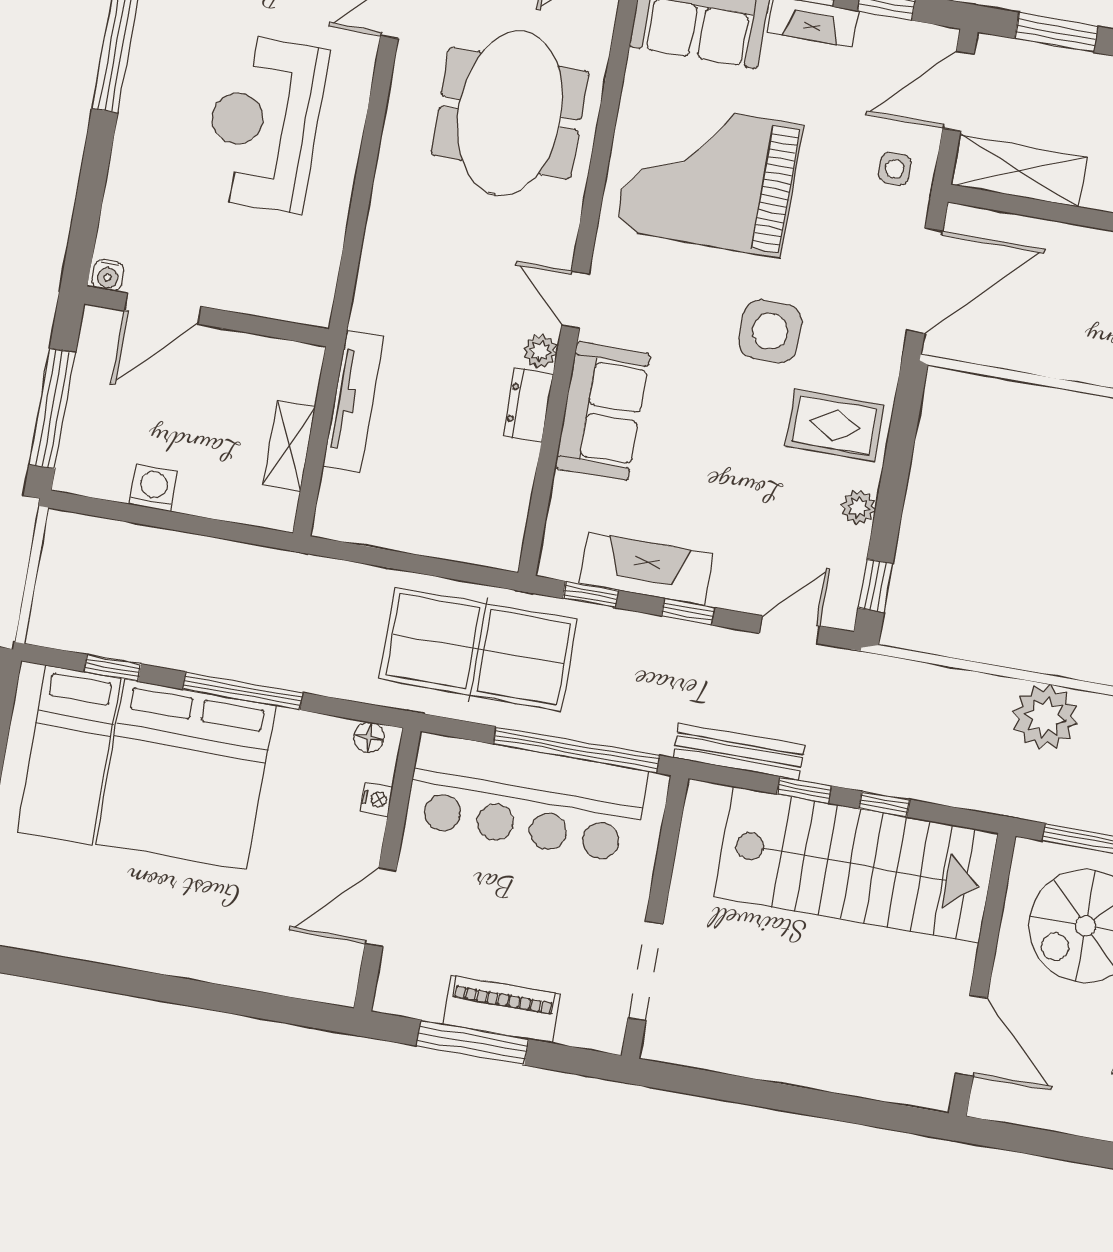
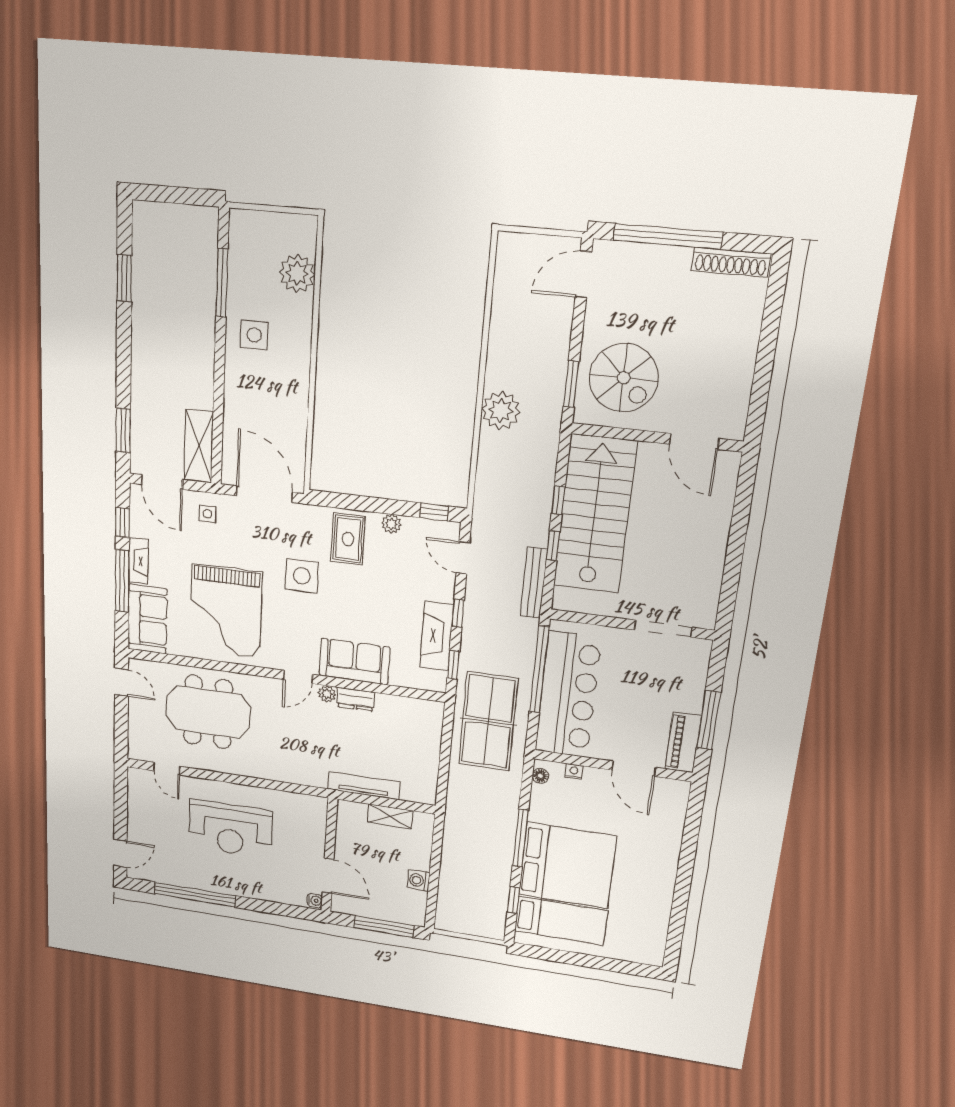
piano: (502, 1009) -> (683, 743), moved
door: (971, 1036) -> (694, 441), swing flipped

